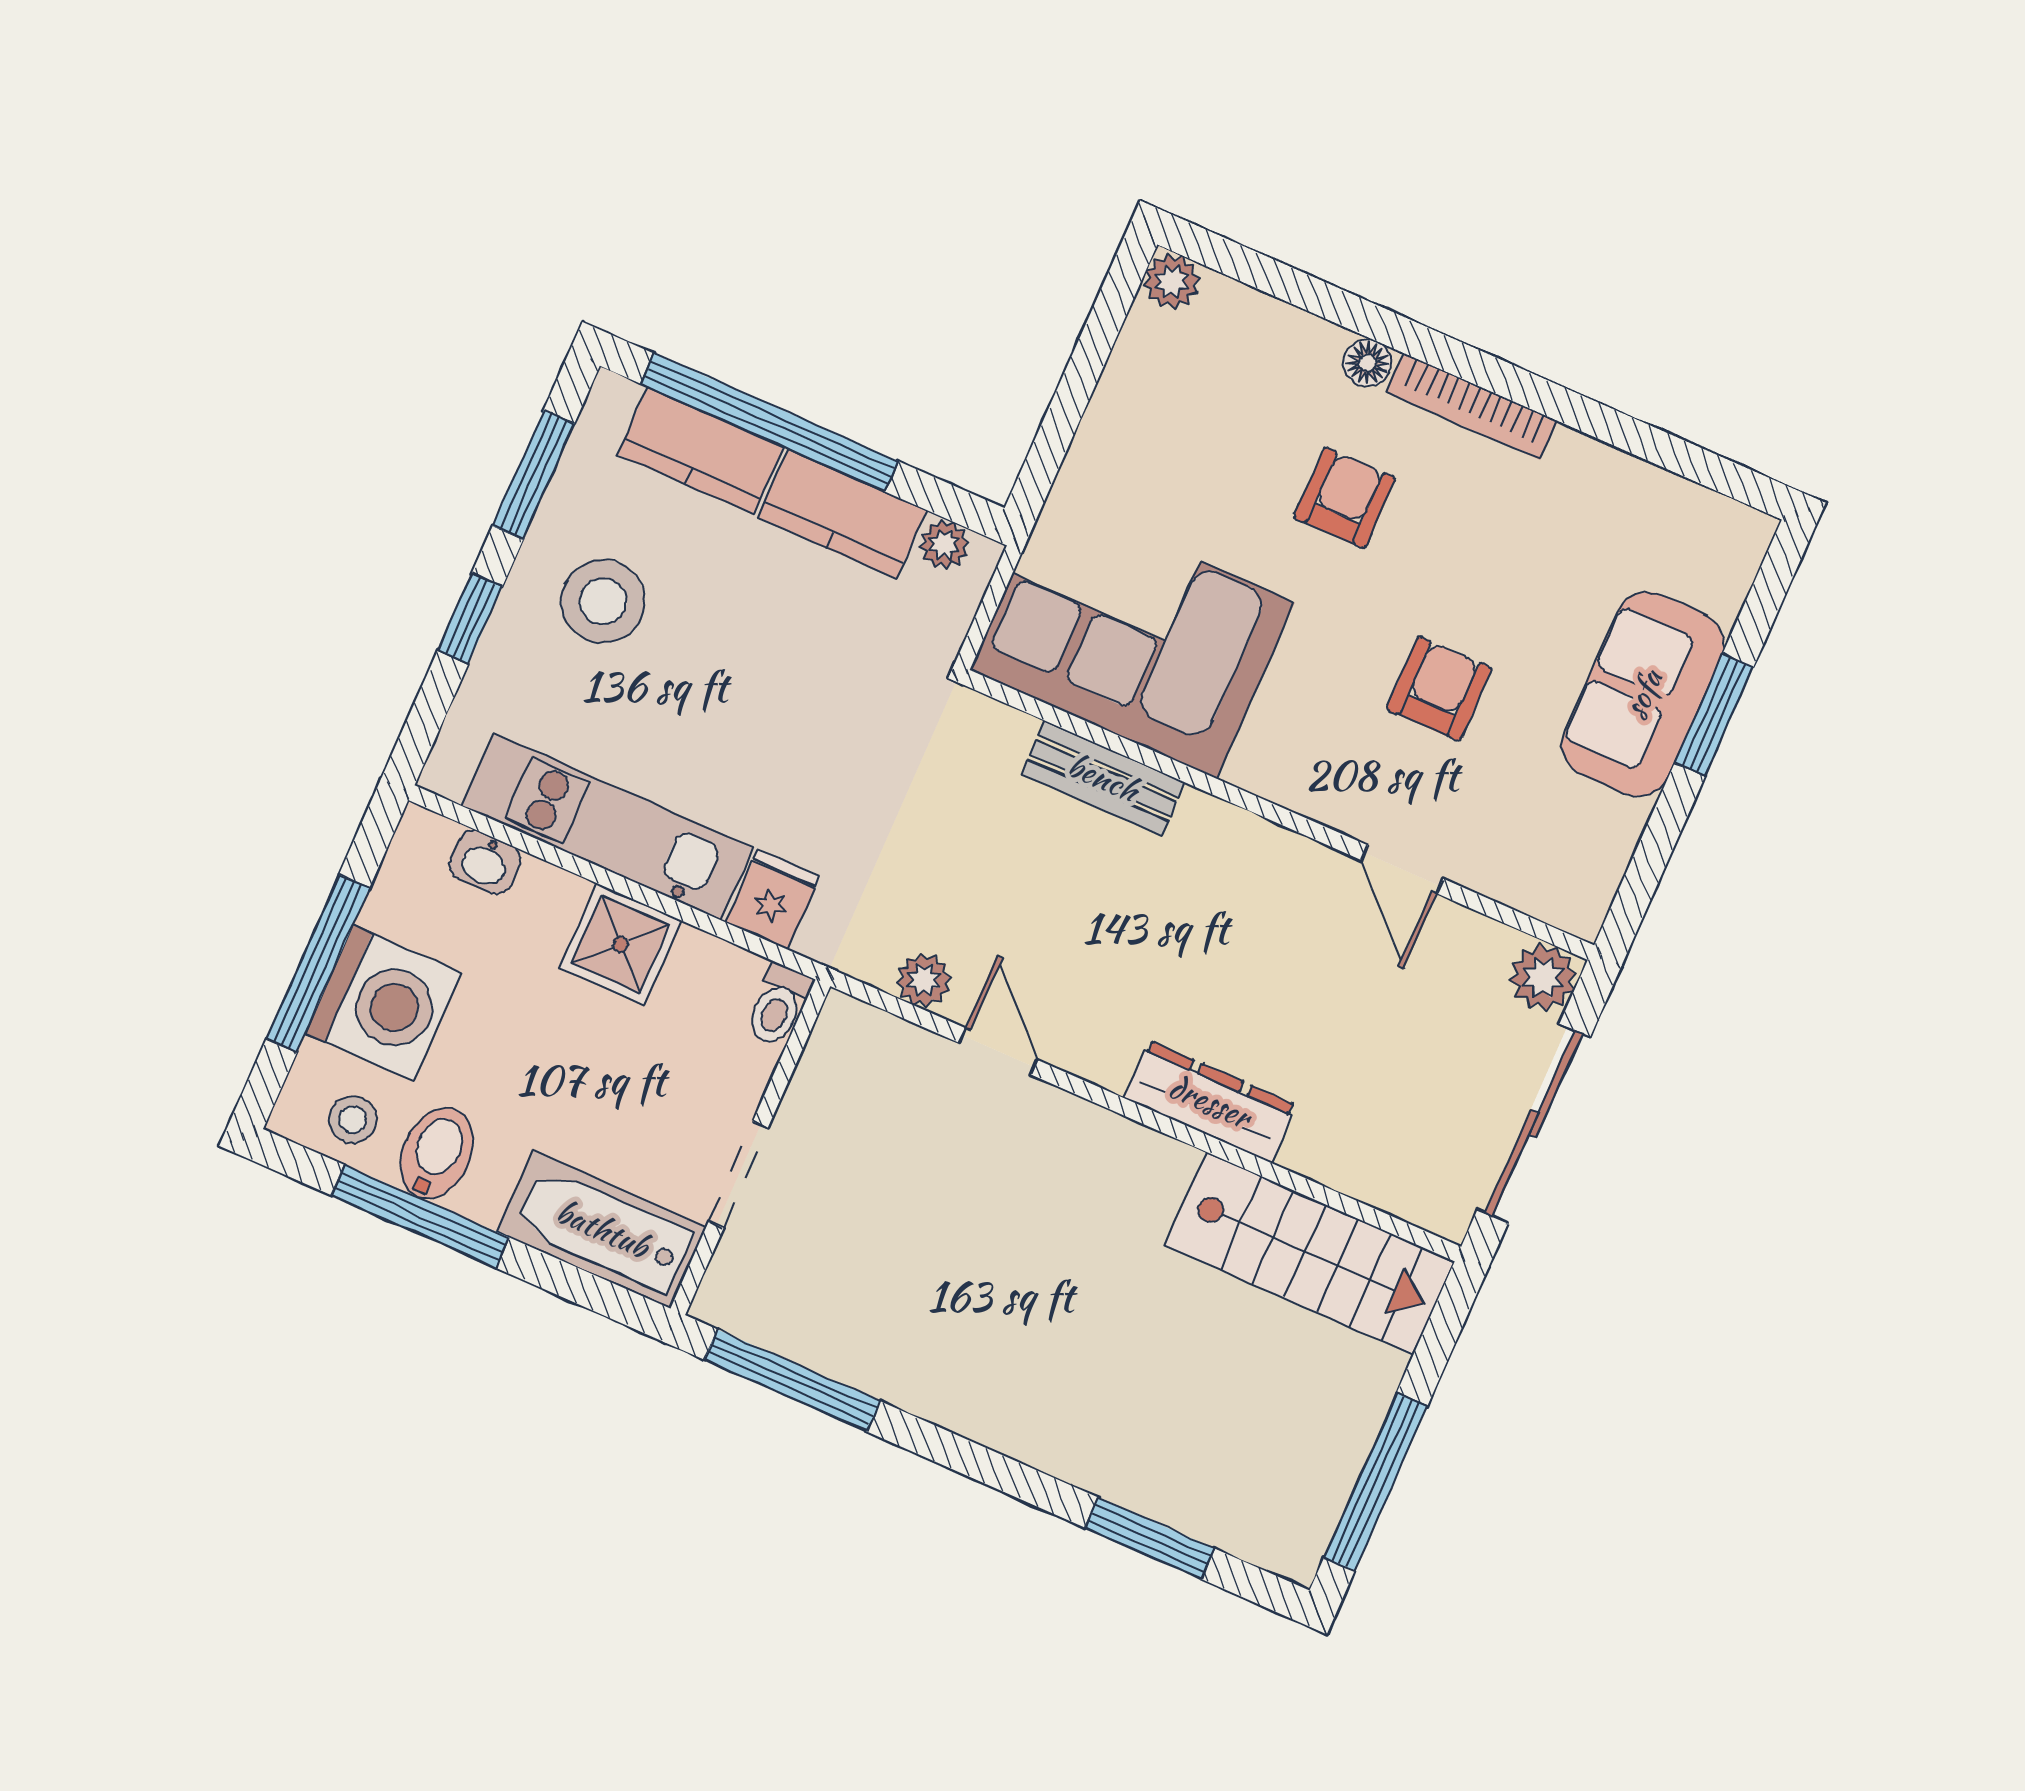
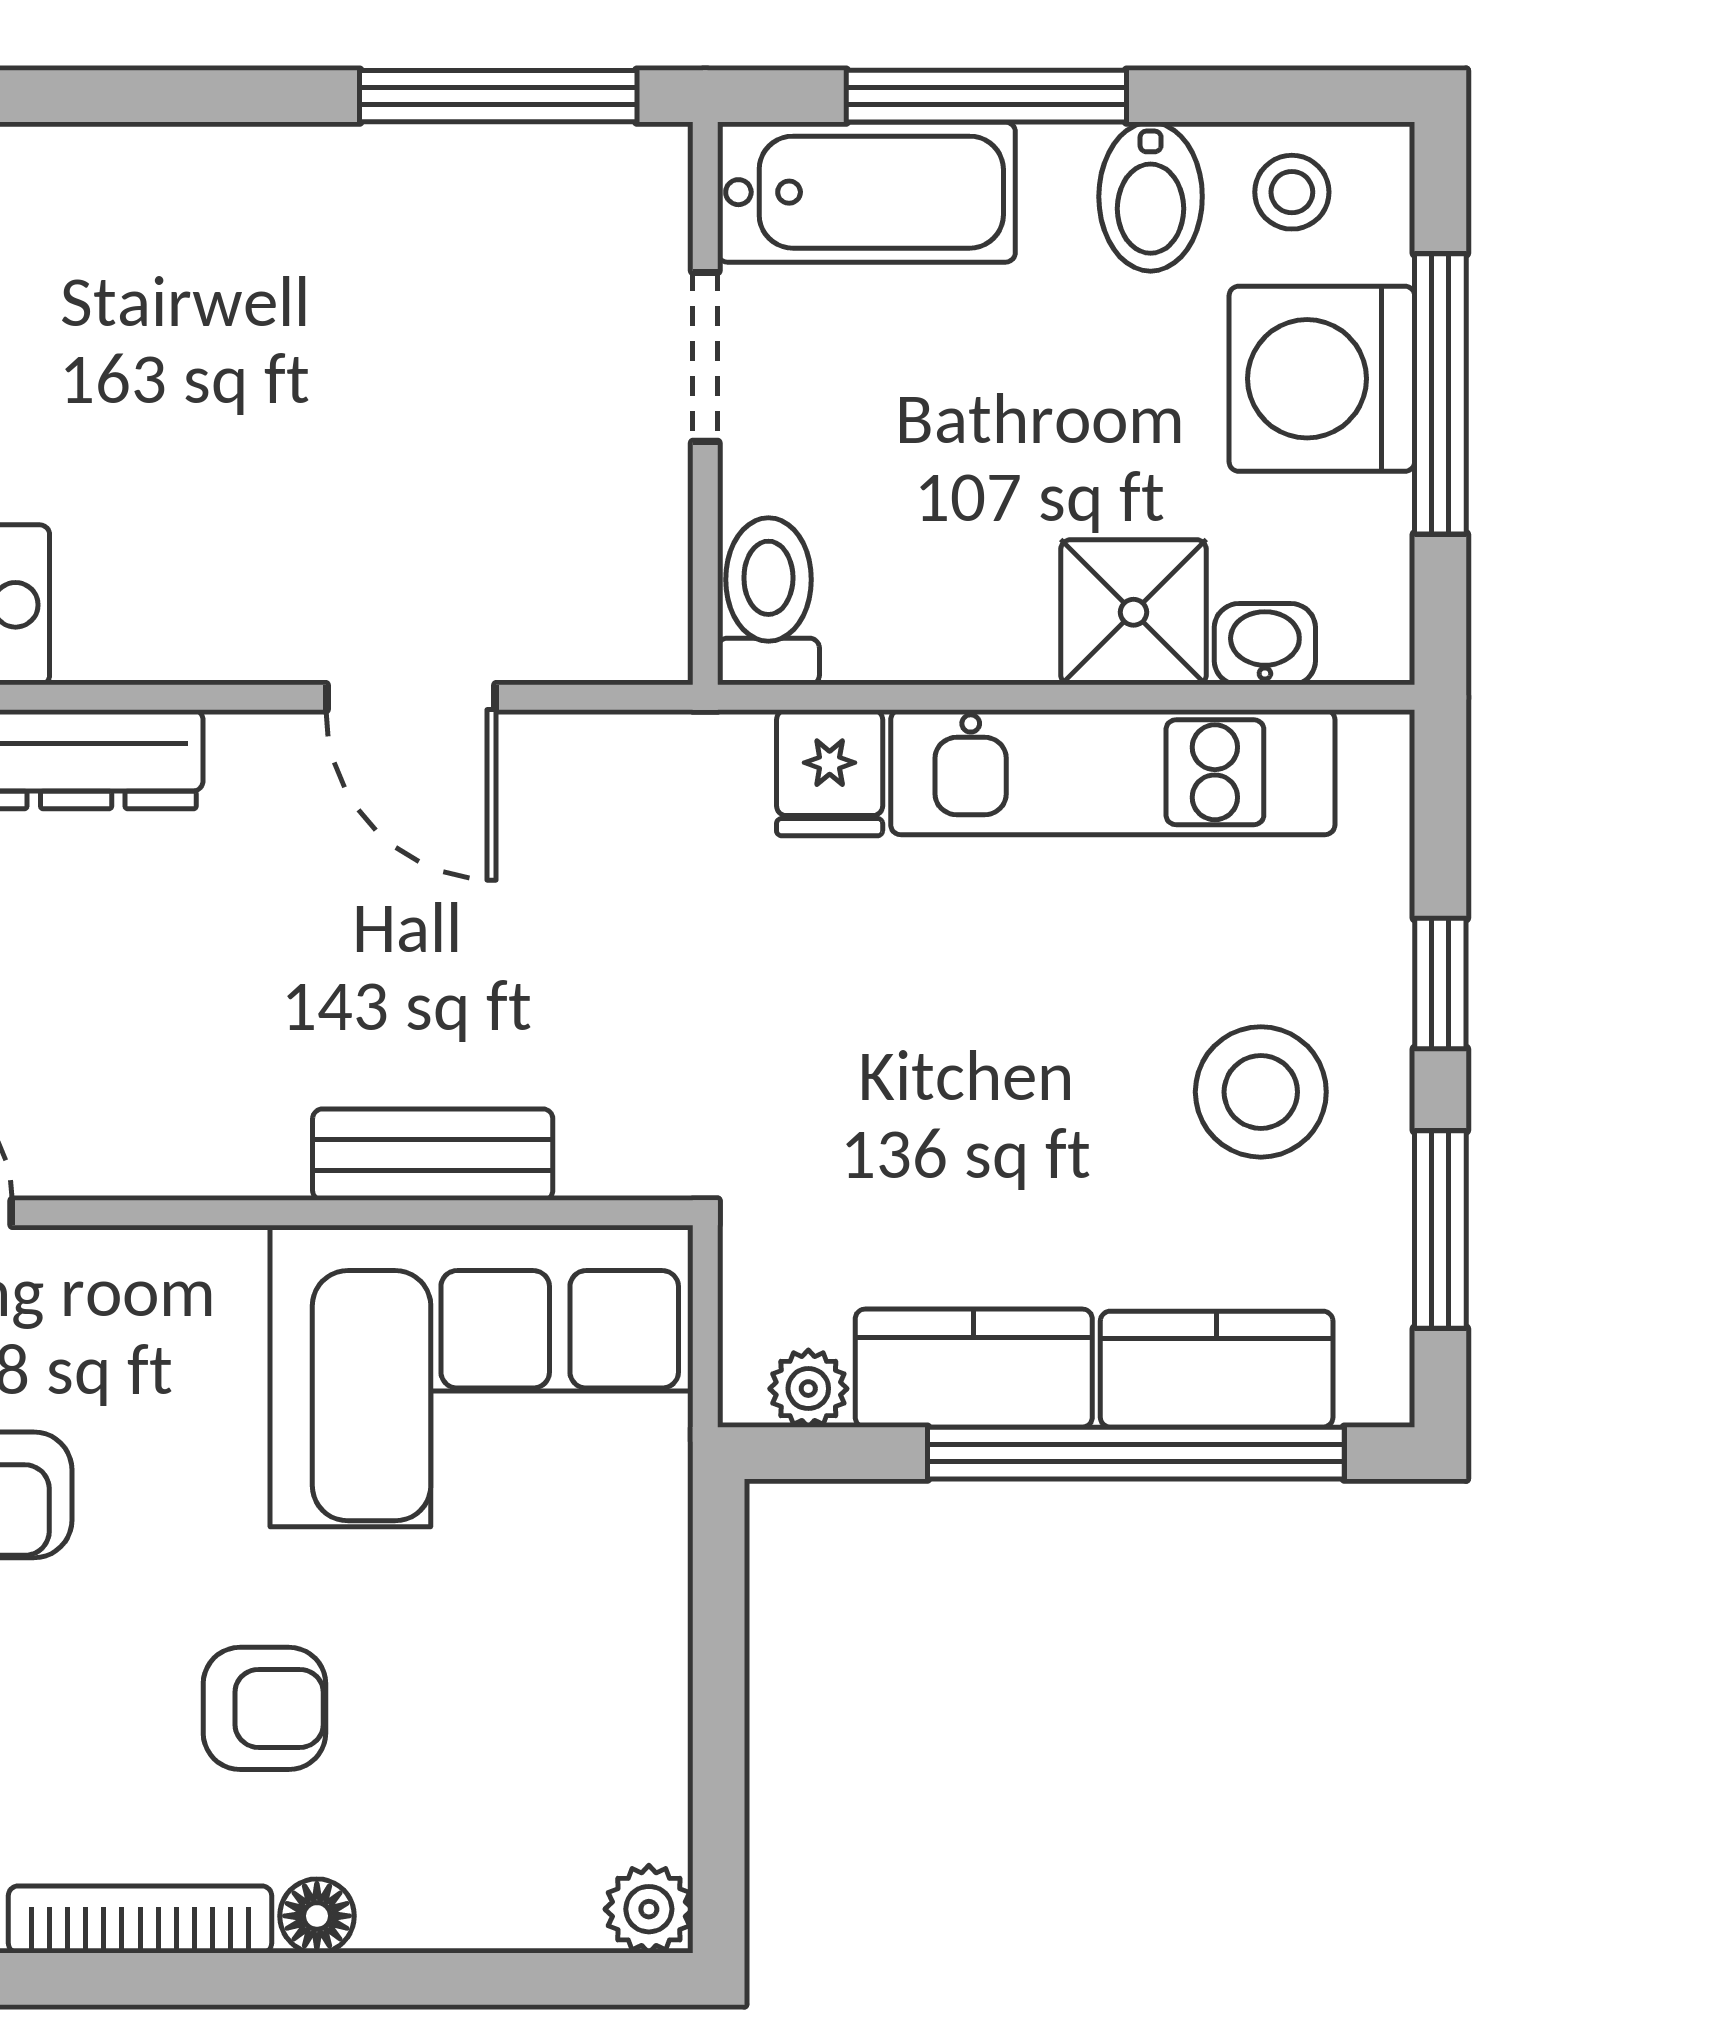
armchair: (1345, 498) -> (264, 1708), turned -90
shower: (620, 944) -> (1134, 612), moved
plant: (924, 980) -> (562, 753), removed
toilet: (778, 1005) -> (768, 601), width x1.37, depth x1.39
door: (998, 1051) -> (411, 697), width x1.38
window: (420, 1216) -> (986, 96), moved

